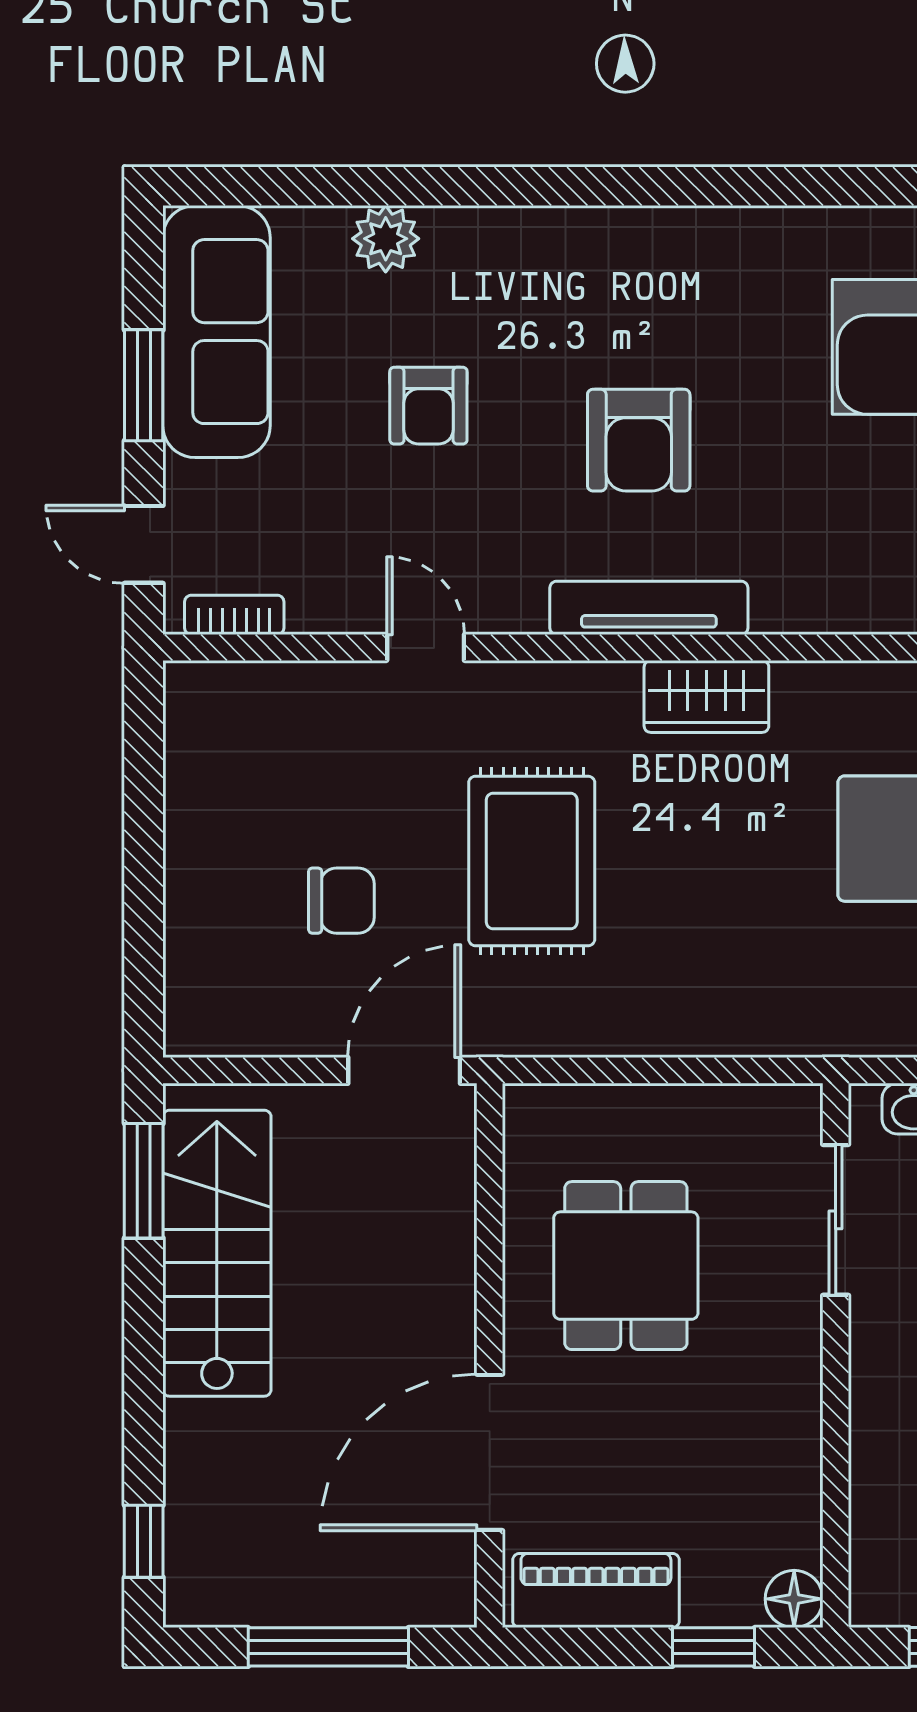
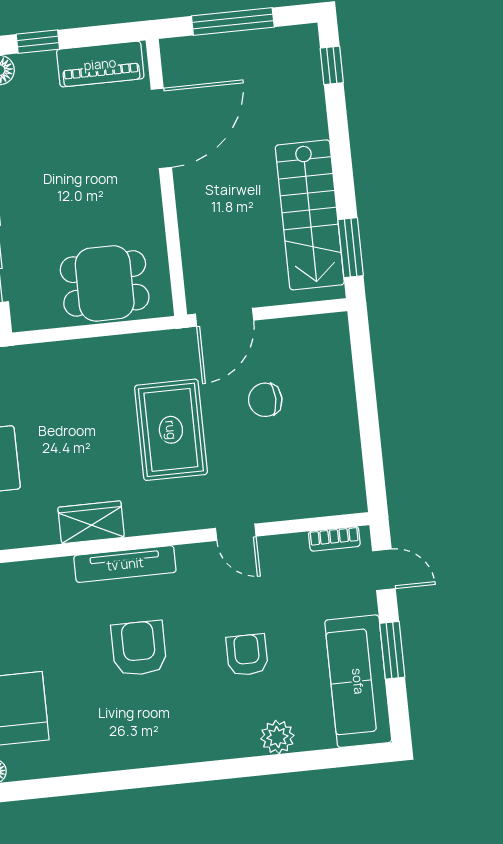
dining table: (626, 1266) -> (105, 283), moved, turned 90

